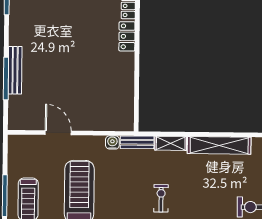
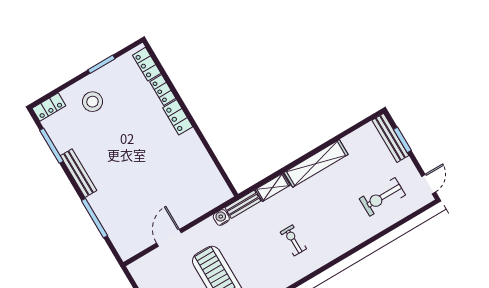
bench: (15, 70) -> (78, 173), moved
door: (58, 133) -> (169, 238), hinge flipped

